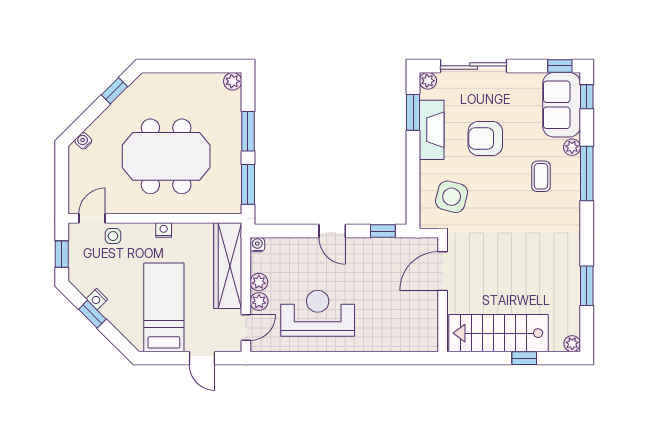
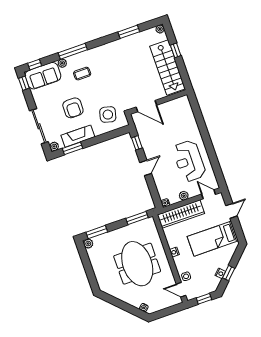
window: (115, 91) -> (113, 301), removed
window: (248, 131) -> (97, 232), moved
plant: (259, 301) -> (193, 192), removed

